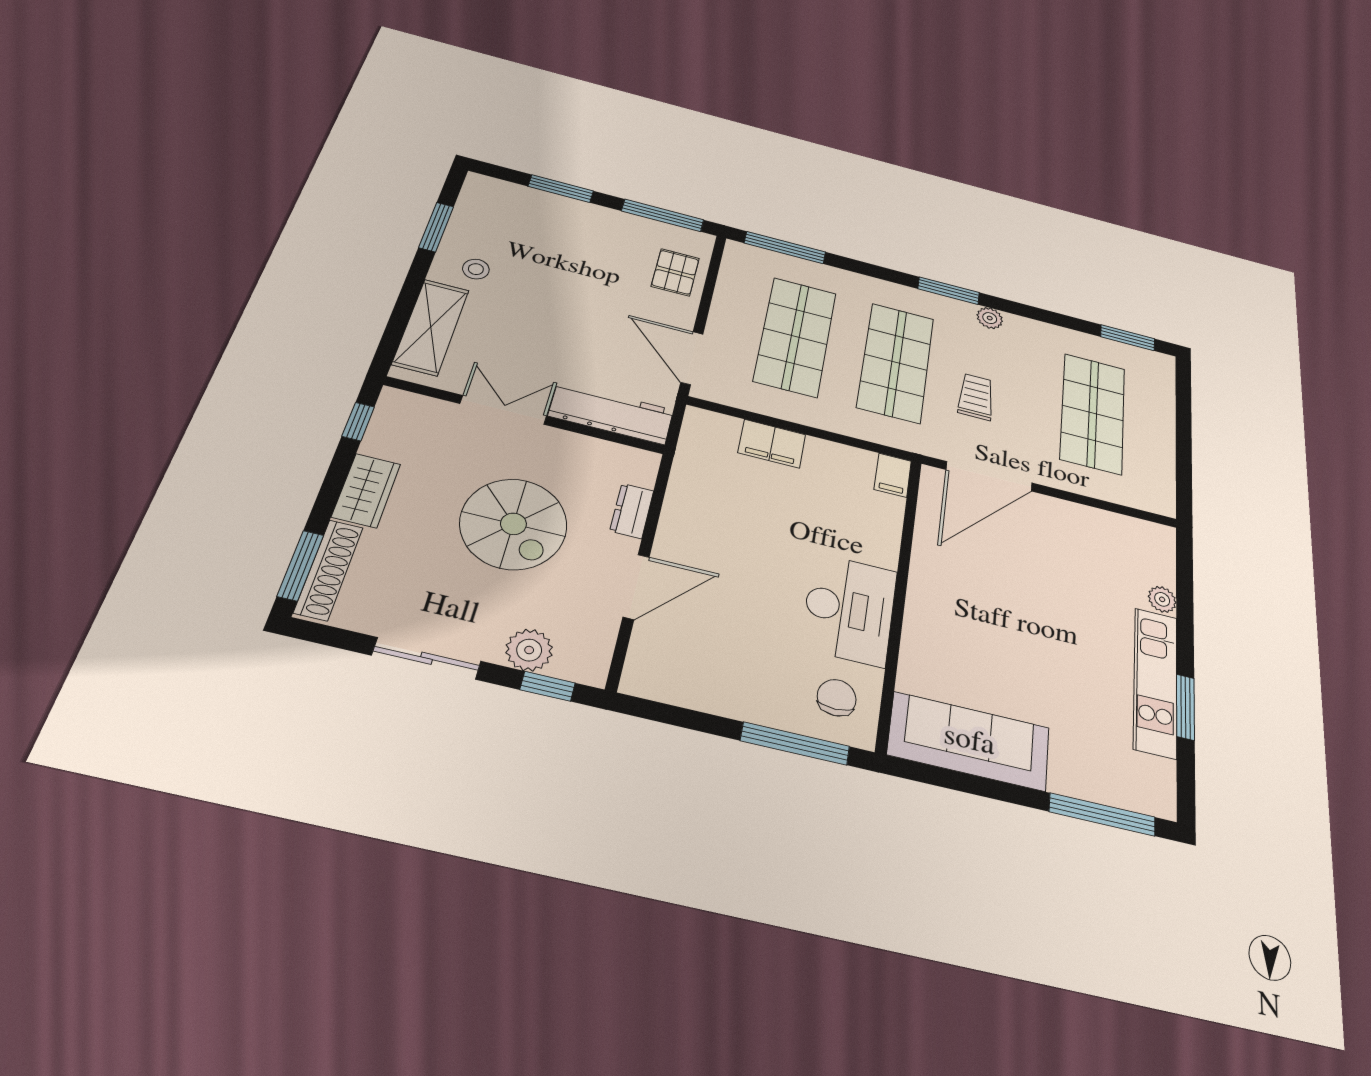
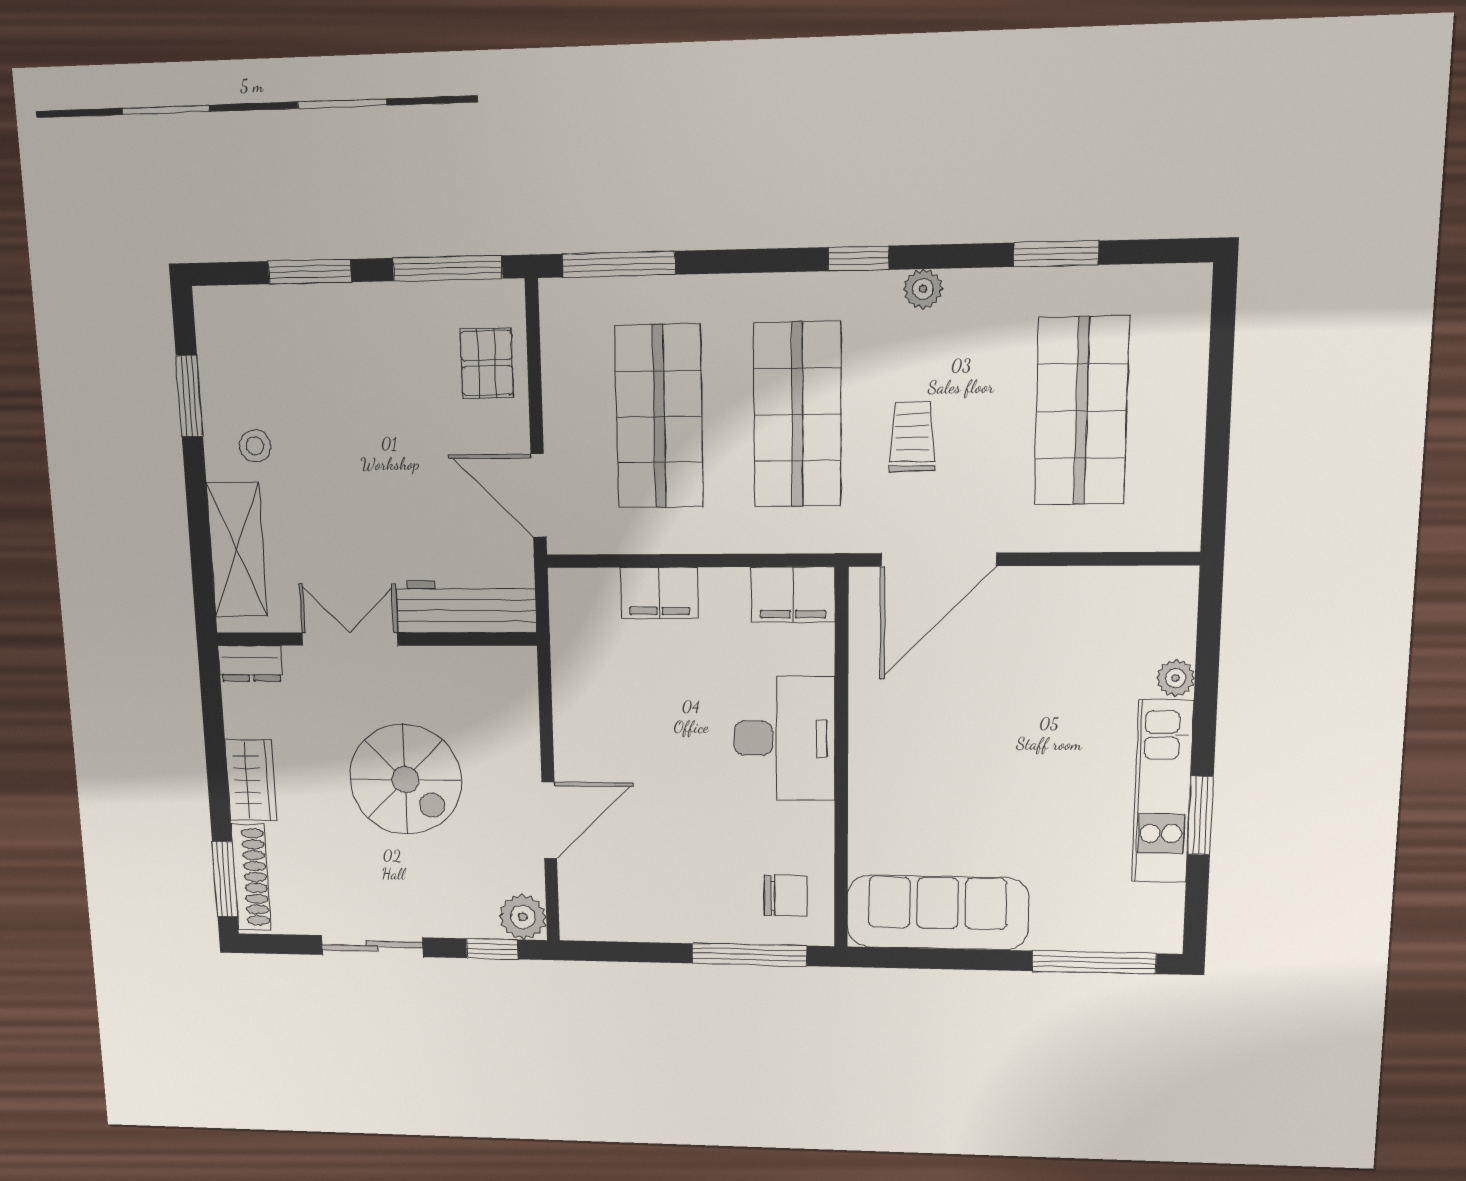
window: (949, 291) -> (859, 258), width x0.67
window: (1128, 338) -> (1056, 254), moved
window: (358, 422) -> (212, 700), removed
filing cabinet: (893, 475) -> (793, 595), width x2.00
dresser: (632, 511) -> (250, 663), moved, turned -90
desk: (849, 609) -> (784, 738), moved
plant: (529, 650) -> (523, 917), moved
chair: (837, 698) -> (786, 896), turned 90

